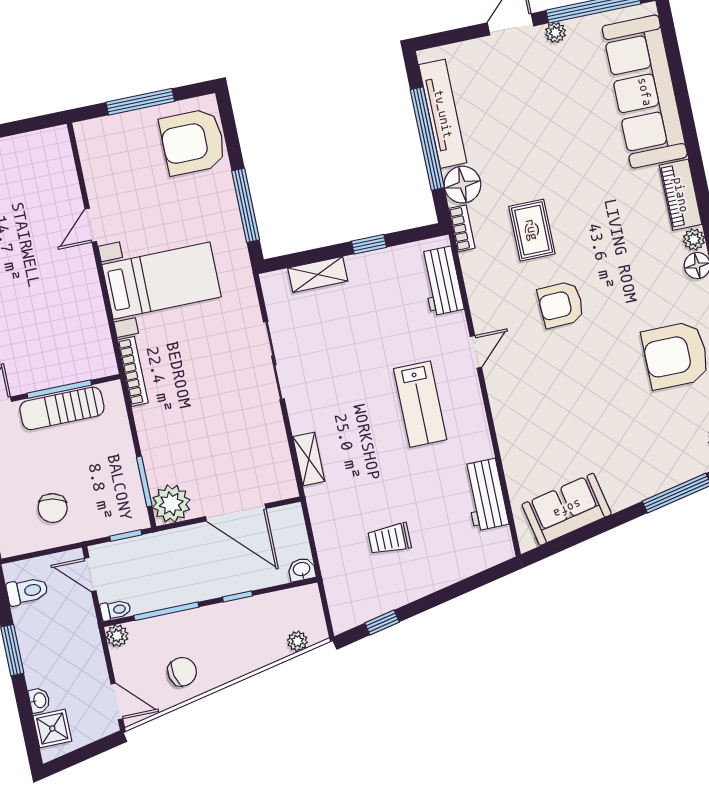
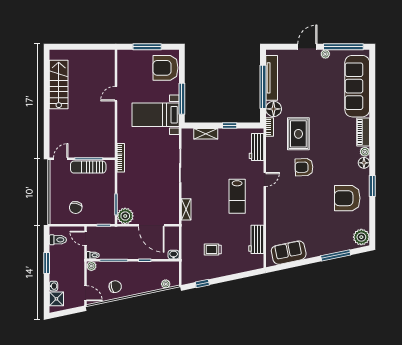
rug: (532, 230) -> (298, 134), width x1.36, depth x1.43
bed with nightstands: (162, 281) -> (156, 115), moved, turned 180

